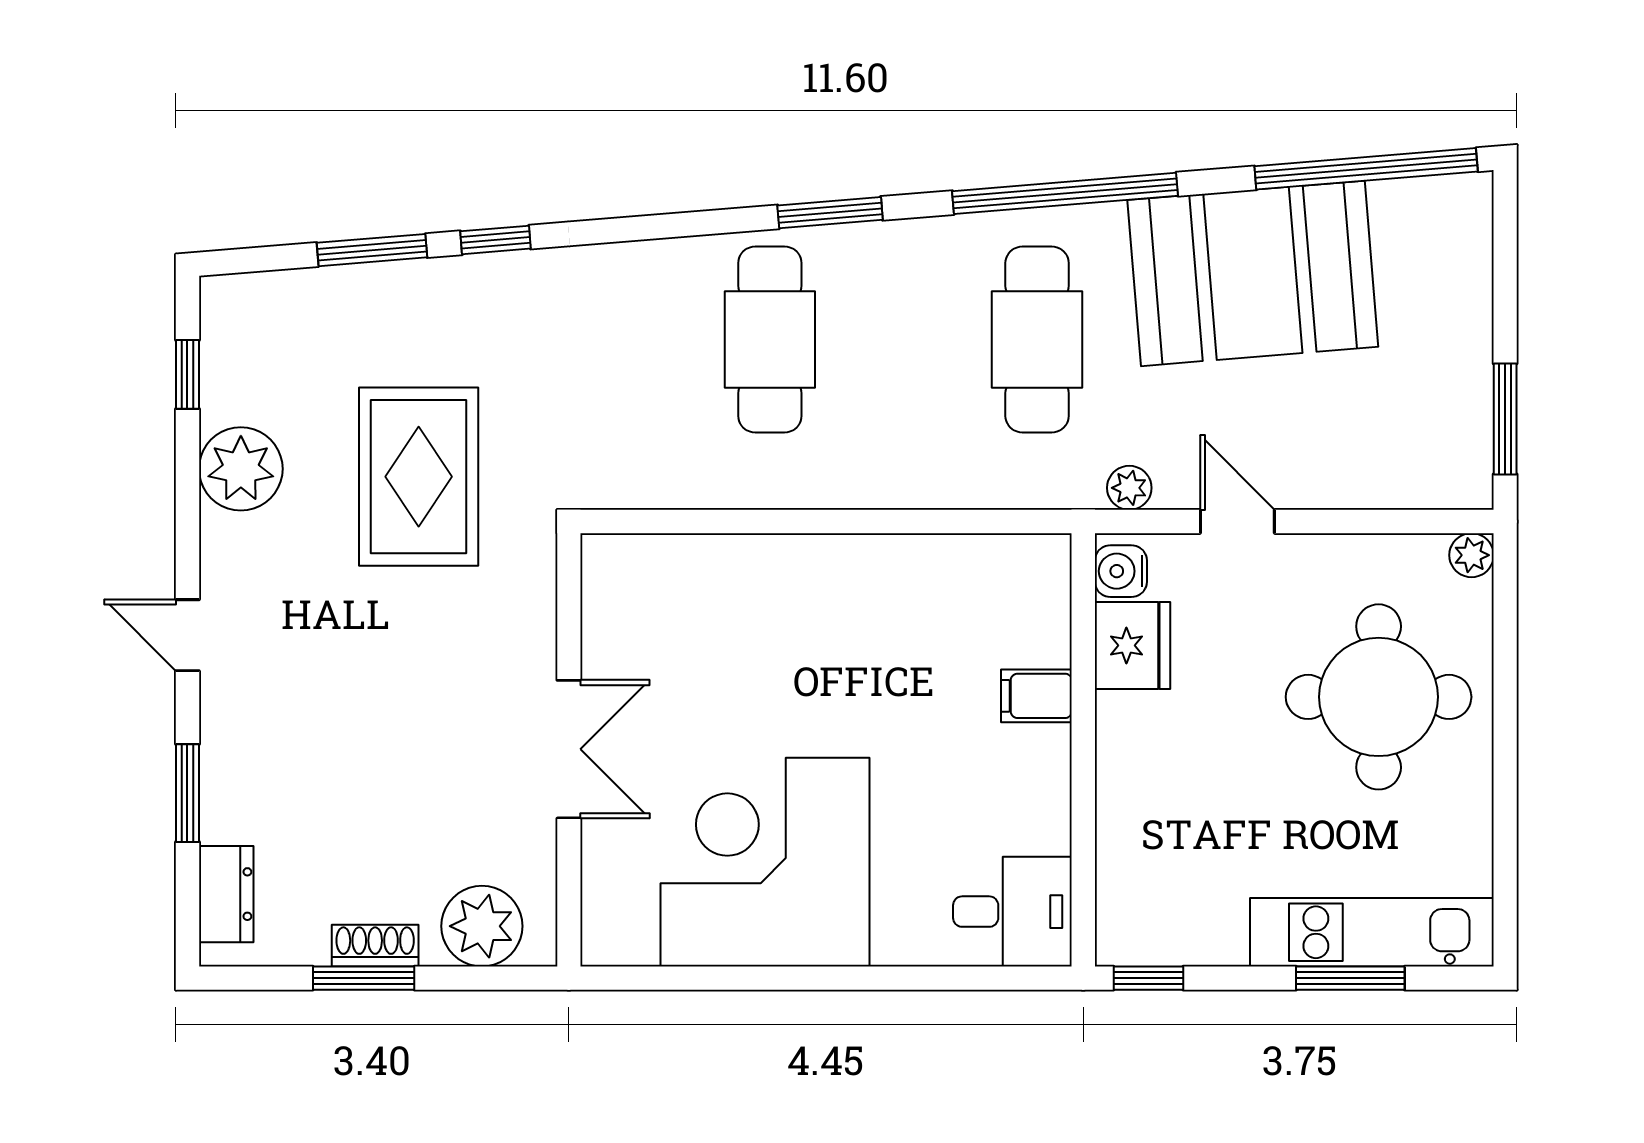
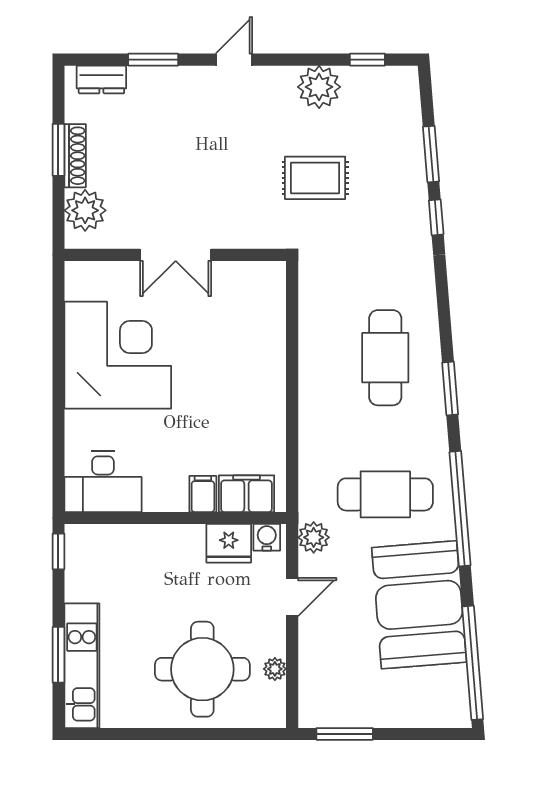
cafe table: (770, 339) -> (385, 358), turned 90
rug: (419, 477) -> (315, 178), width x0.73, depth x0.70
plant: (1129, 488) -> (314, 537), width x1.38, depth x1.38
plant: (1472, 555) -> (275, 669), moved
filing cabinet: (1036, 611) -> (246, 494), added
desk: (1012, 912) -> (103, 482), width x1.37
shoe rack: (375, 946) -> (75, 156), width x1.43

